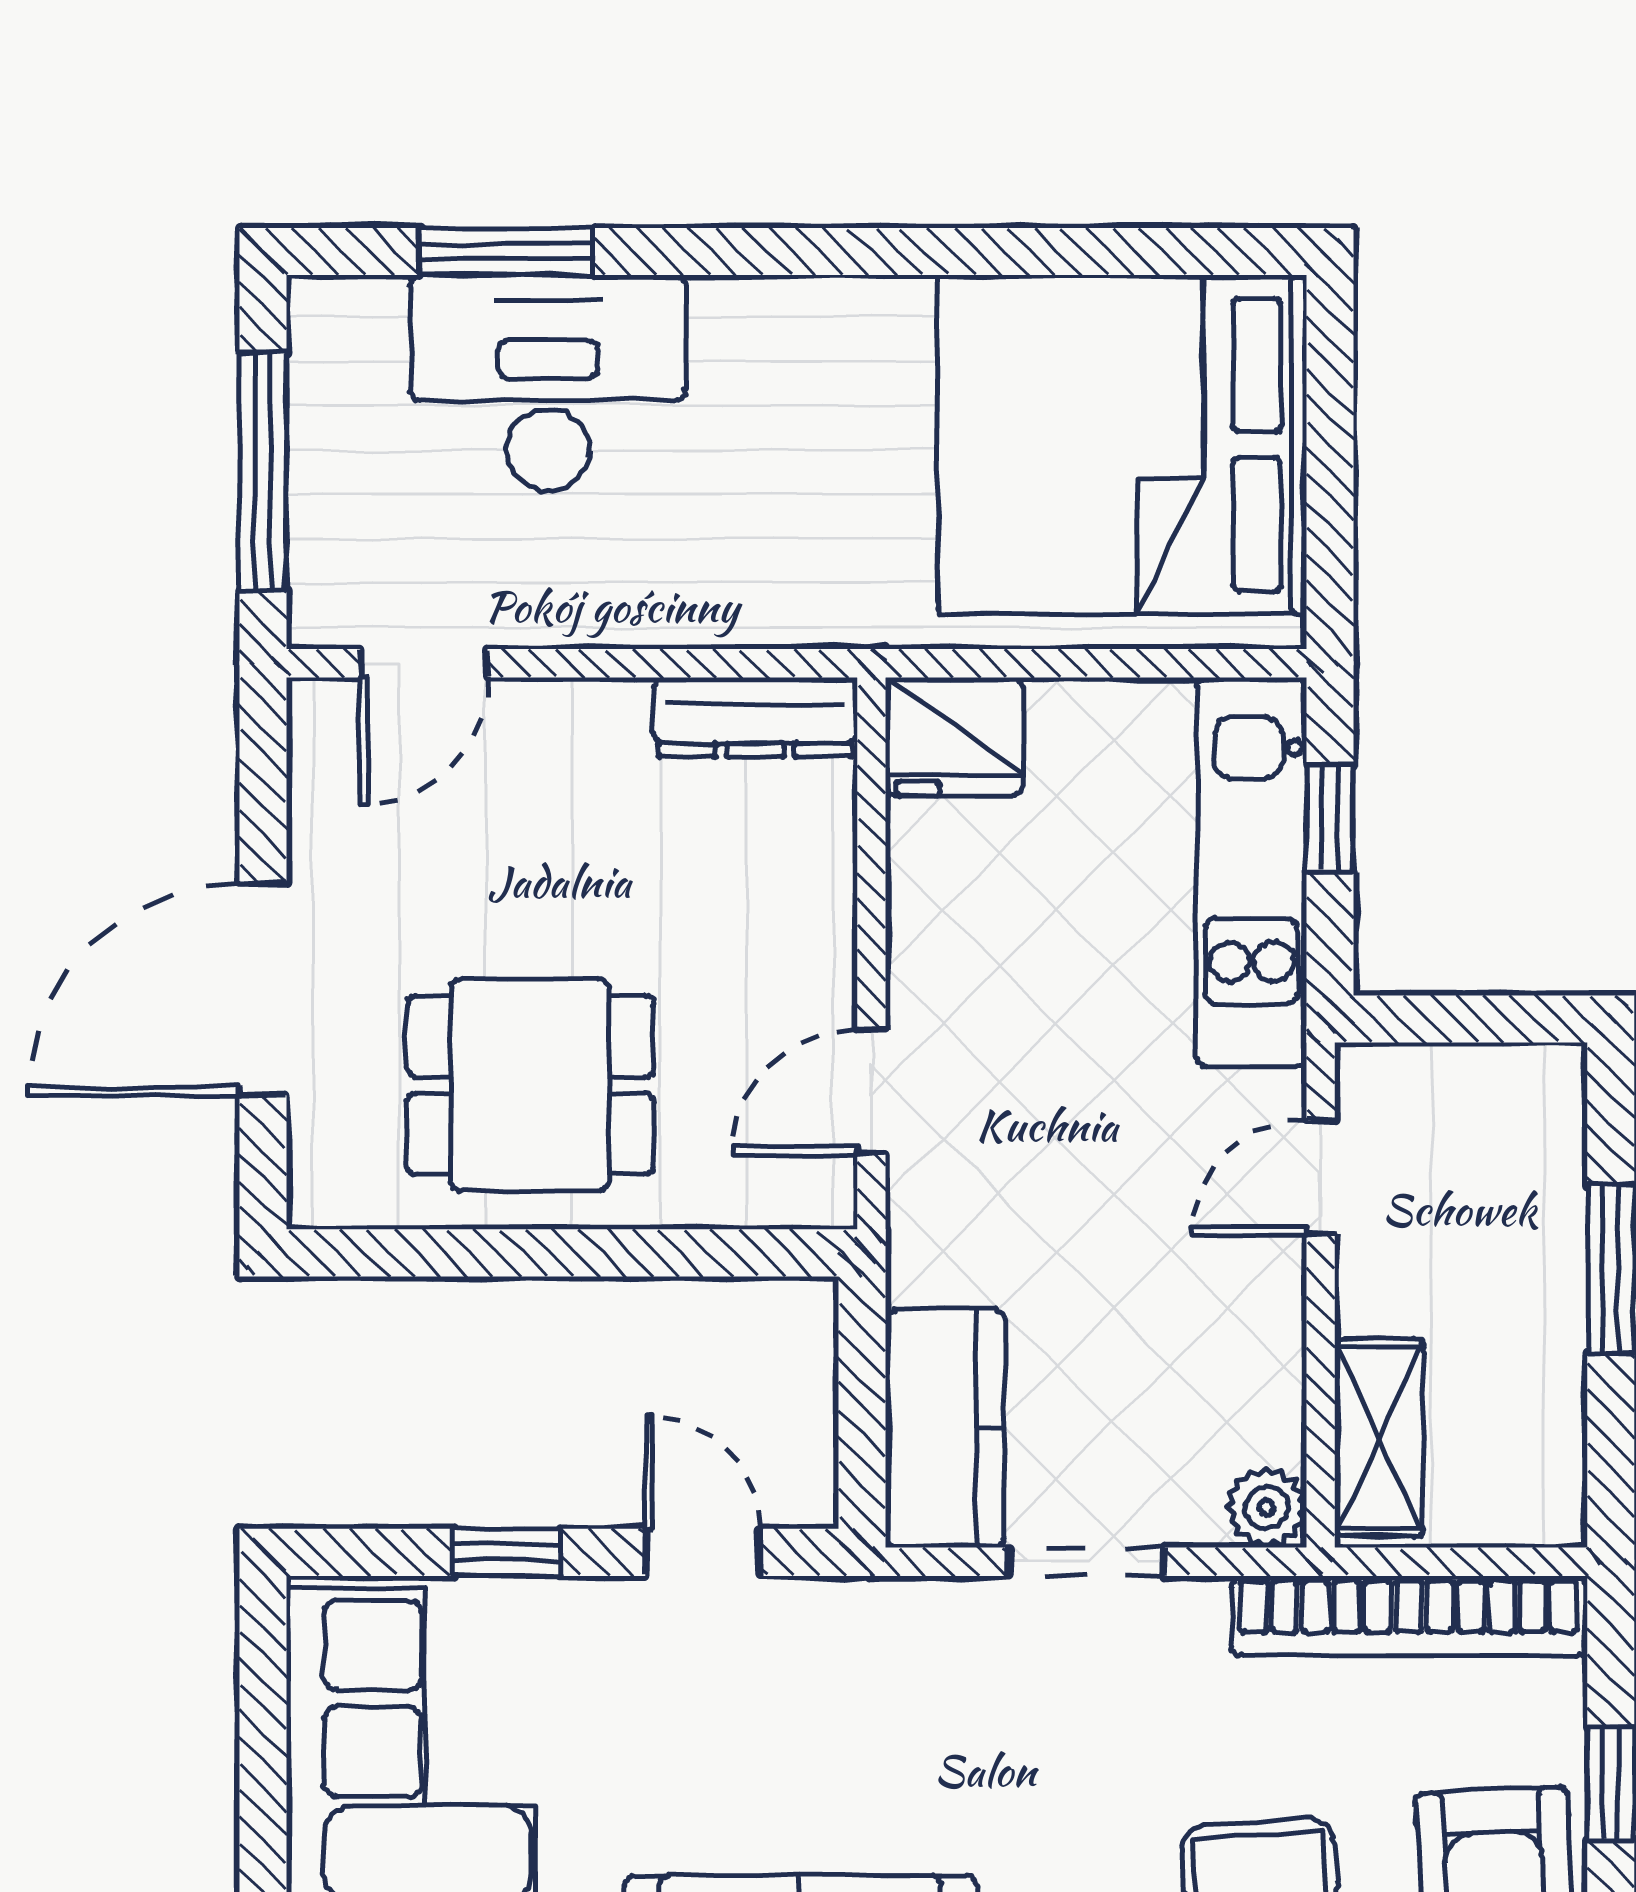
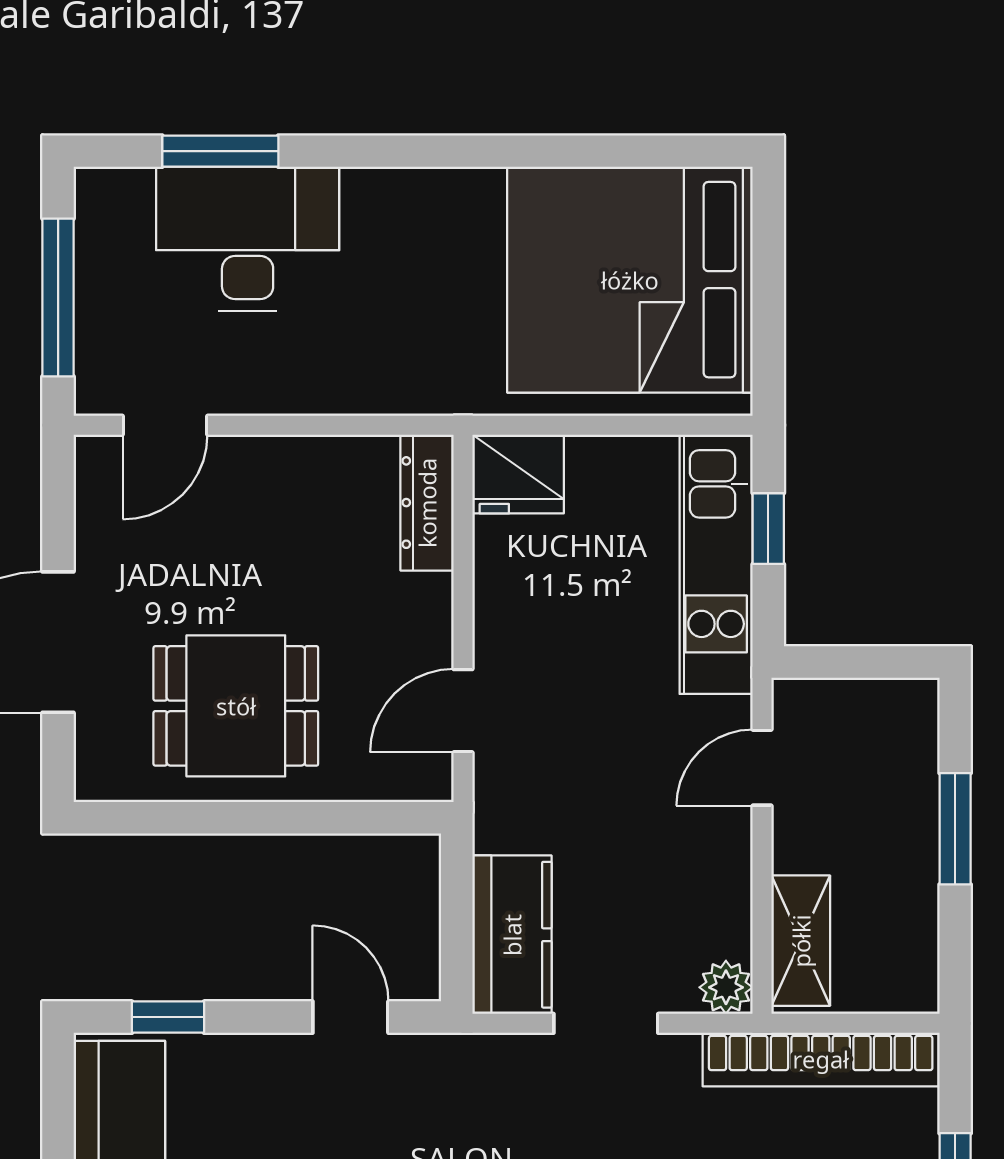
dresser: (755, 717) -> (427, 503), moved, turned 90
window: (507, 1552) -> (168, 1017), moved

